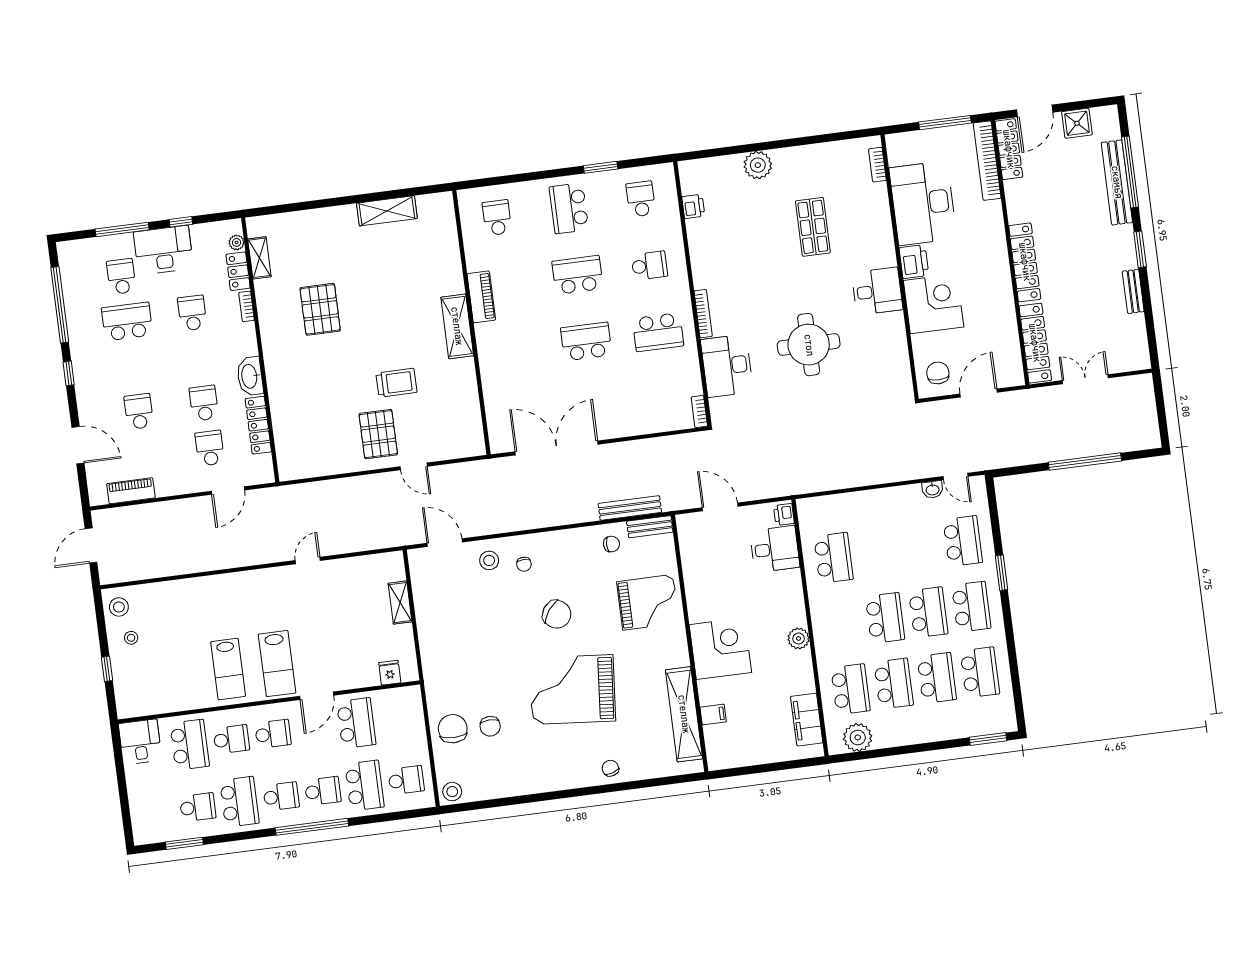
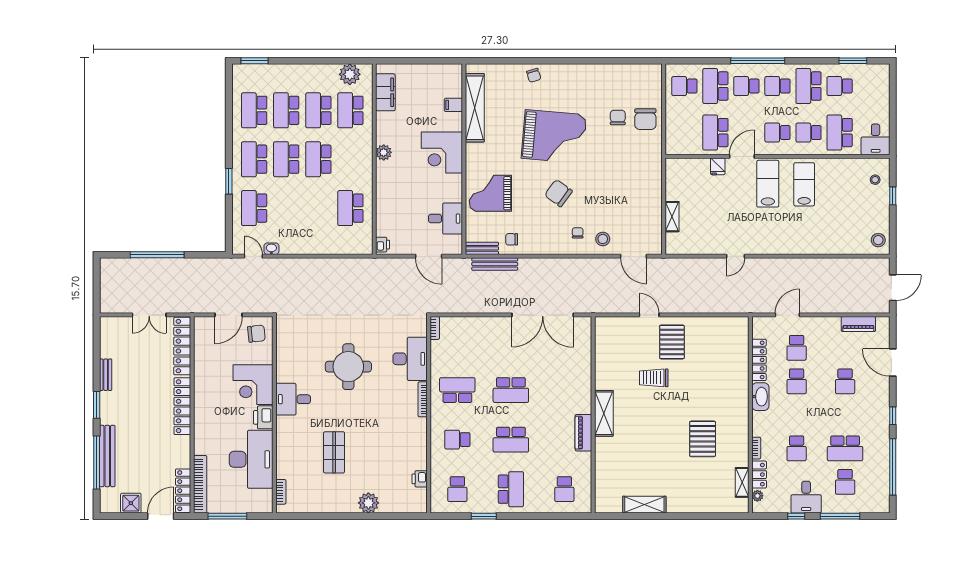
desk: (163, 250) -> (806, 497), width x0.73
chair: (938, 373) -> (256, 334), turned -96
desk: (775, 549) -> (446, 219), moved, turned 180
stool: (131, 638) -> (875, 180), moved
fridge: (390, 673) -> (718, 166), moved
stool: (452, 792) -> (652, 73), removed

